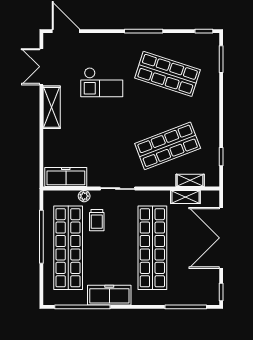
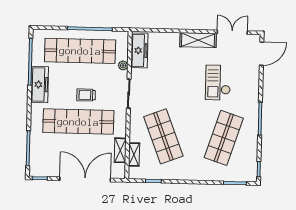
trolley: (97, 220) -> (86, 95), moved

